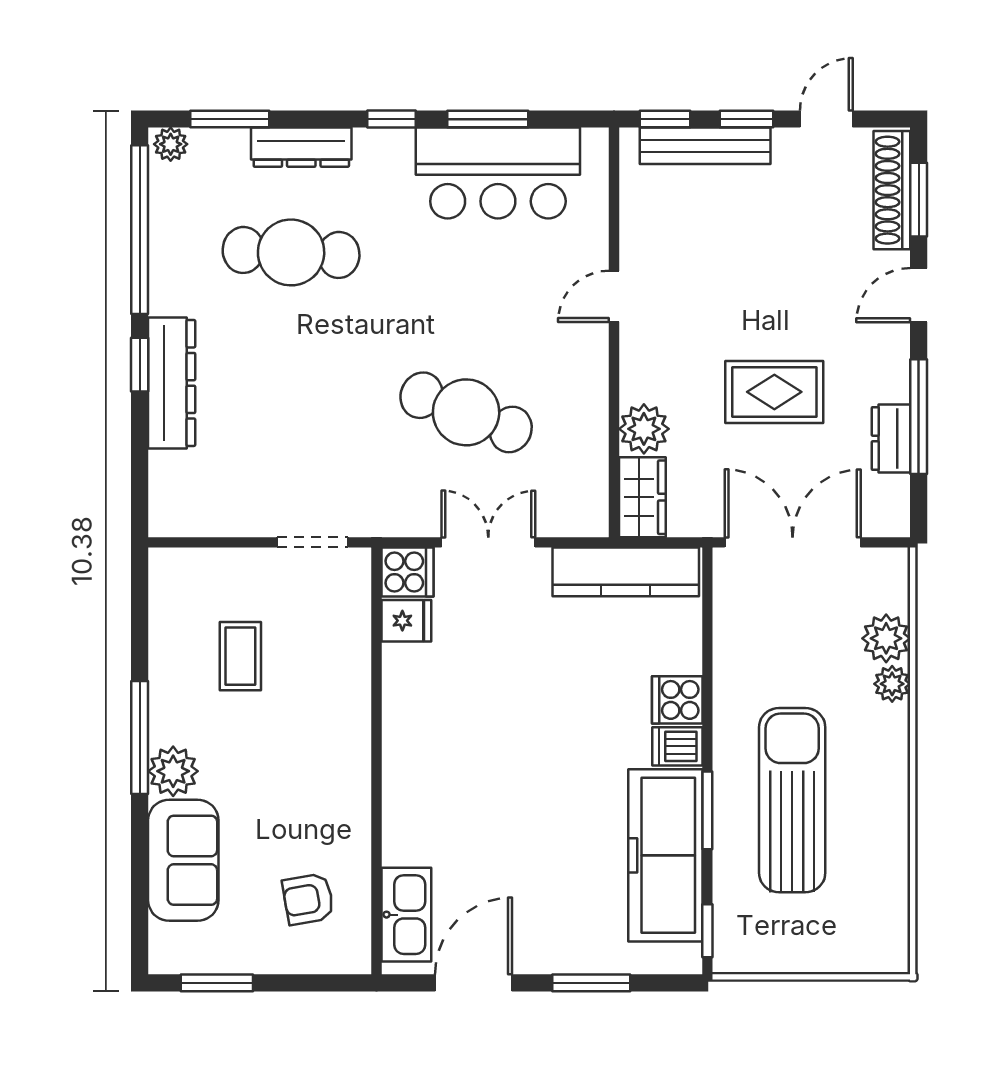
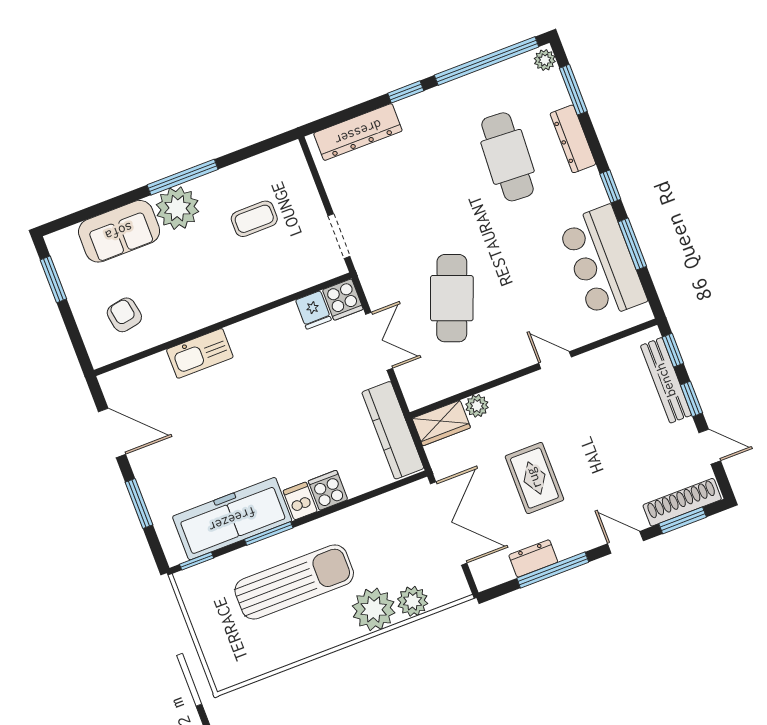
dresser: (172, 383) -> (358, 132), moved
plant: (644, 429) -> (477, 406), width x0.73, depth x0.73
plant: (892, 684) -> (374, 609), width x1.88, depth x1.88
plant: (173, 771) -> (177, 208), width x1.36, depth x1.36
kitchen sink: (406, 915) -> (200, 353), moved

